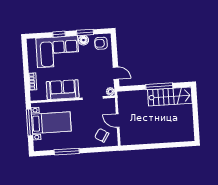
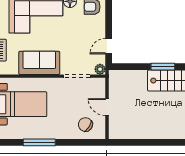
door: (116, 73) -> (109, 46), swing flipped
window: (159, 86) -> (163, 67), width x0.69

